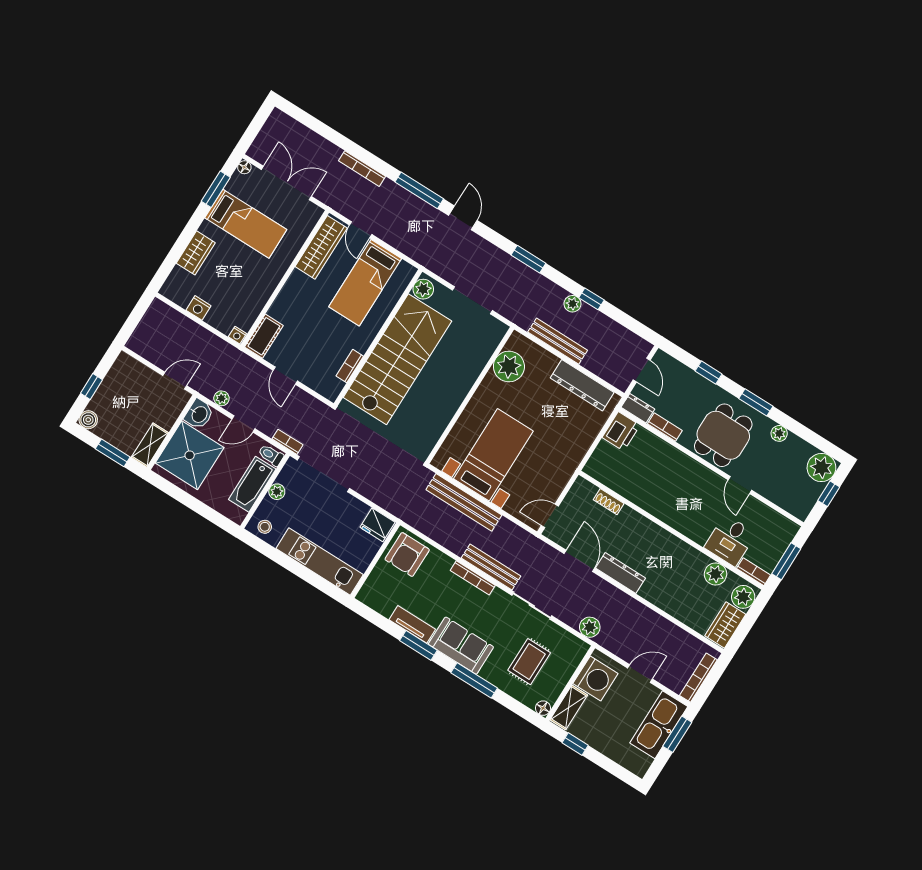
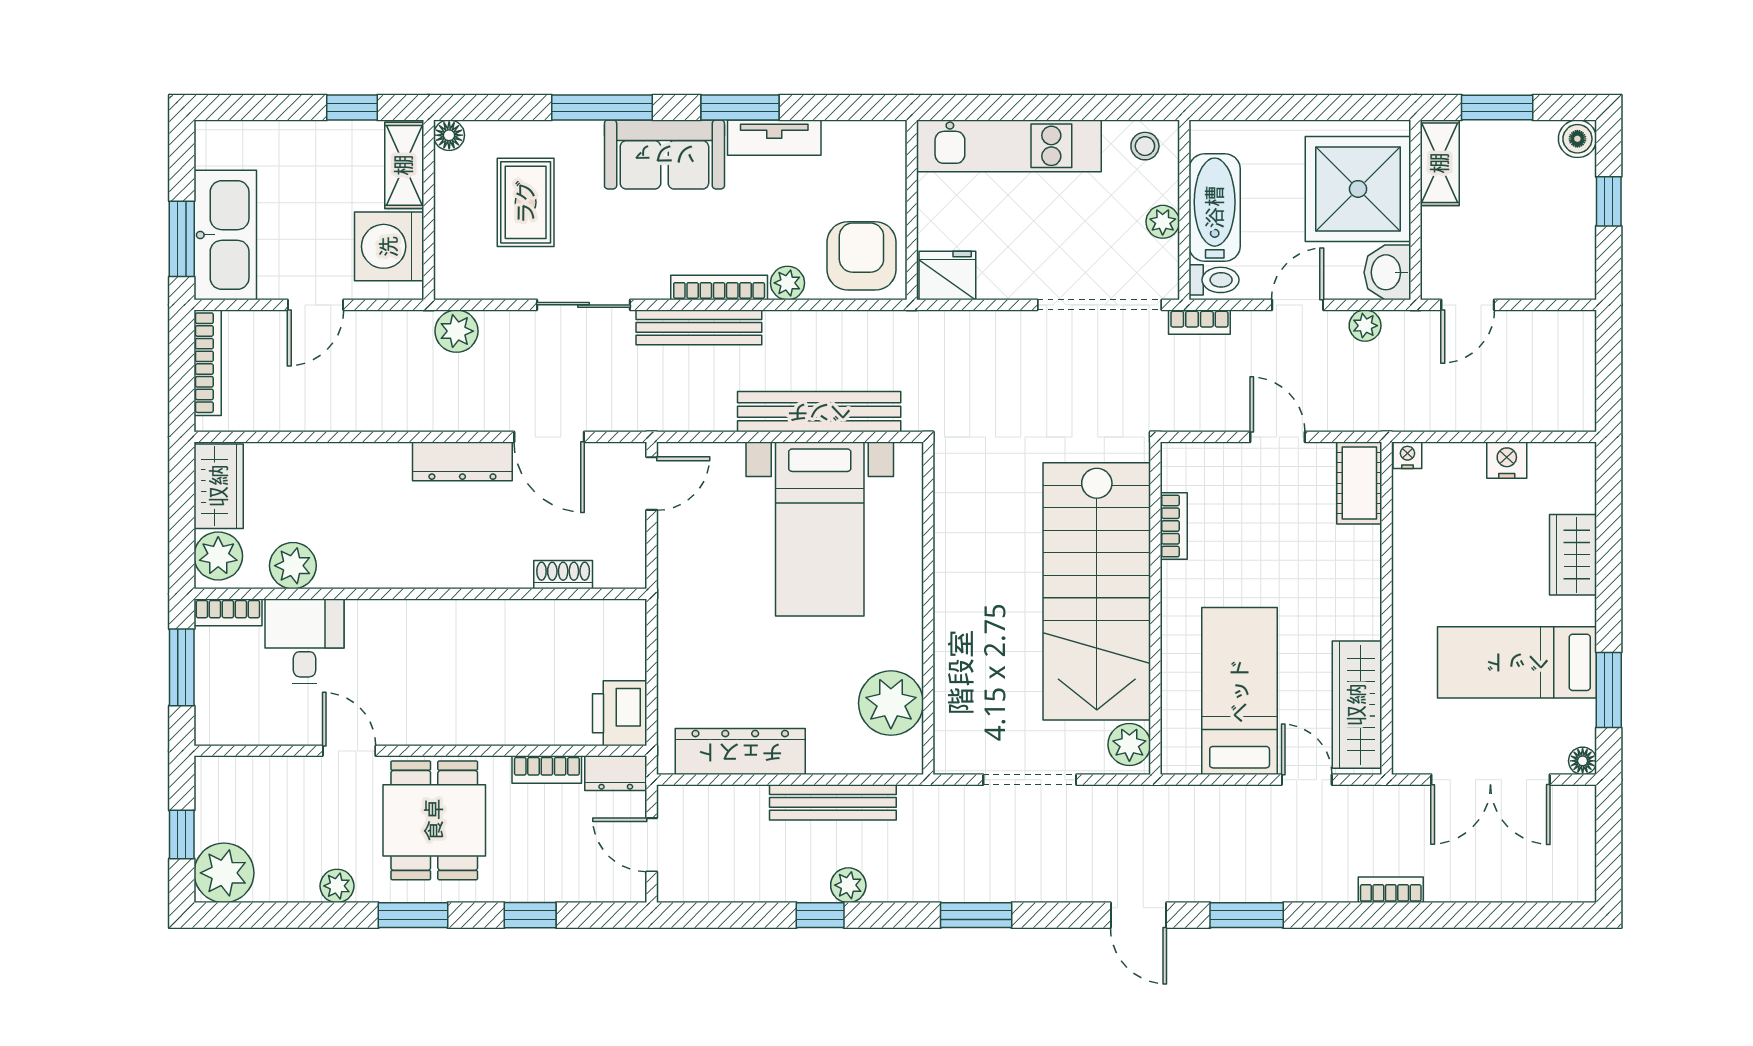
bookcase: (362, 169) -> (1391, 890), width x0.64
window: (419, 190) -> (1247, 915), width x0.69
plant: (444, 562) -> (788, 283), added

